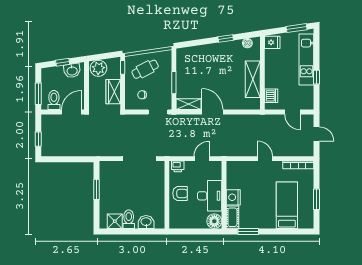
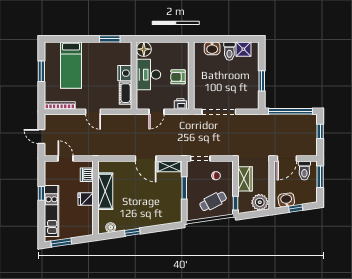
fridge: (272, 42) -> (86, 199), moved
window: (68, 159) -> (291, 111), added
cot: (232, 217) -> (126, 93), moved

